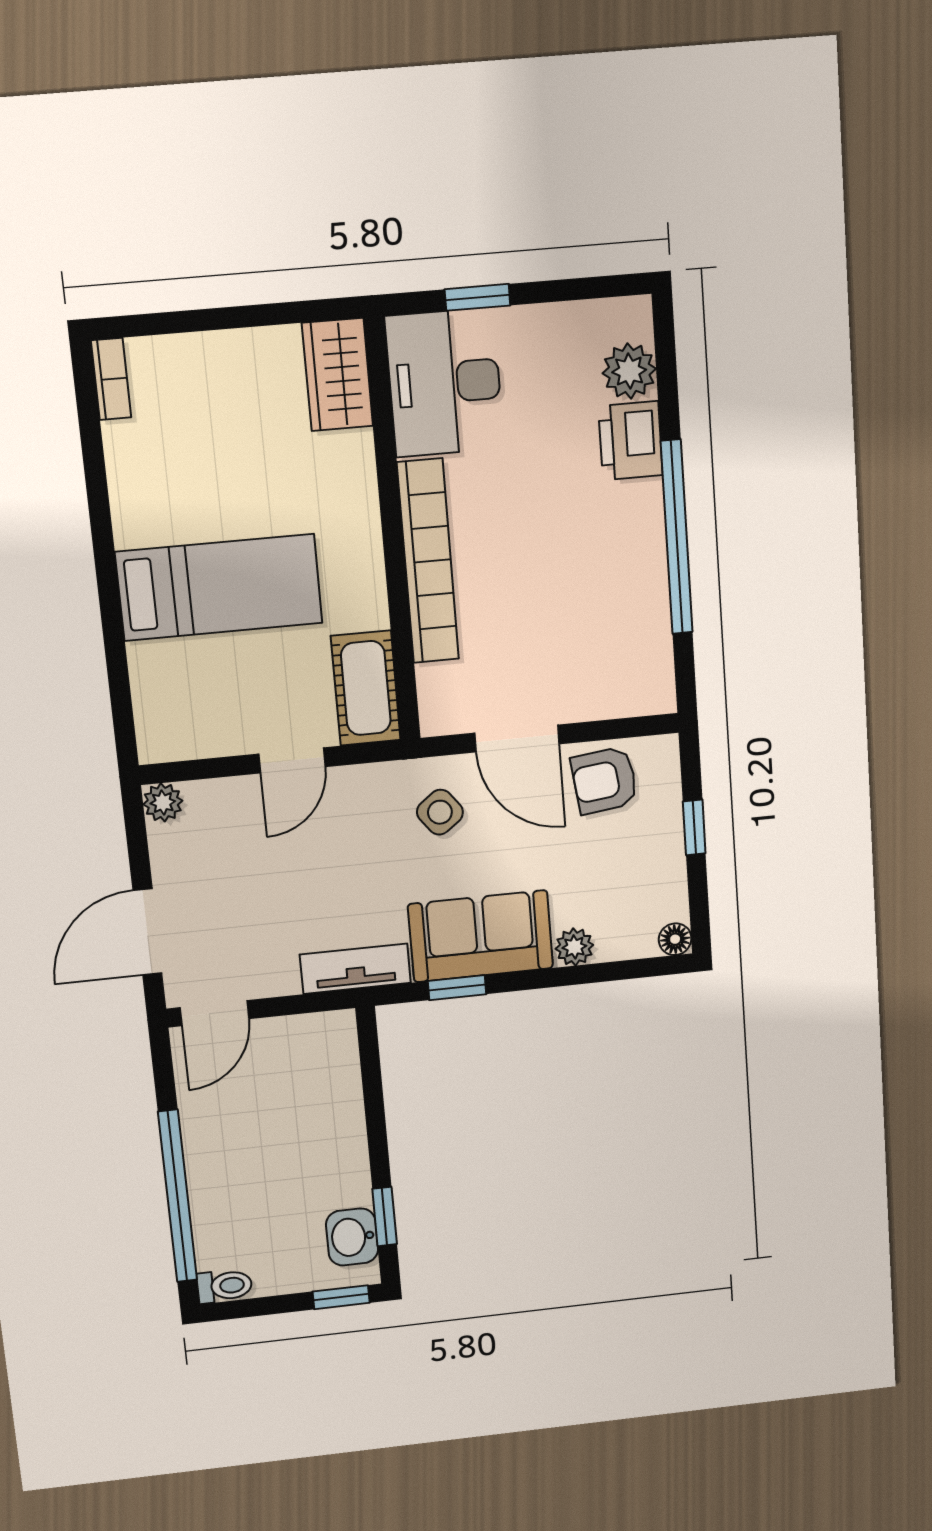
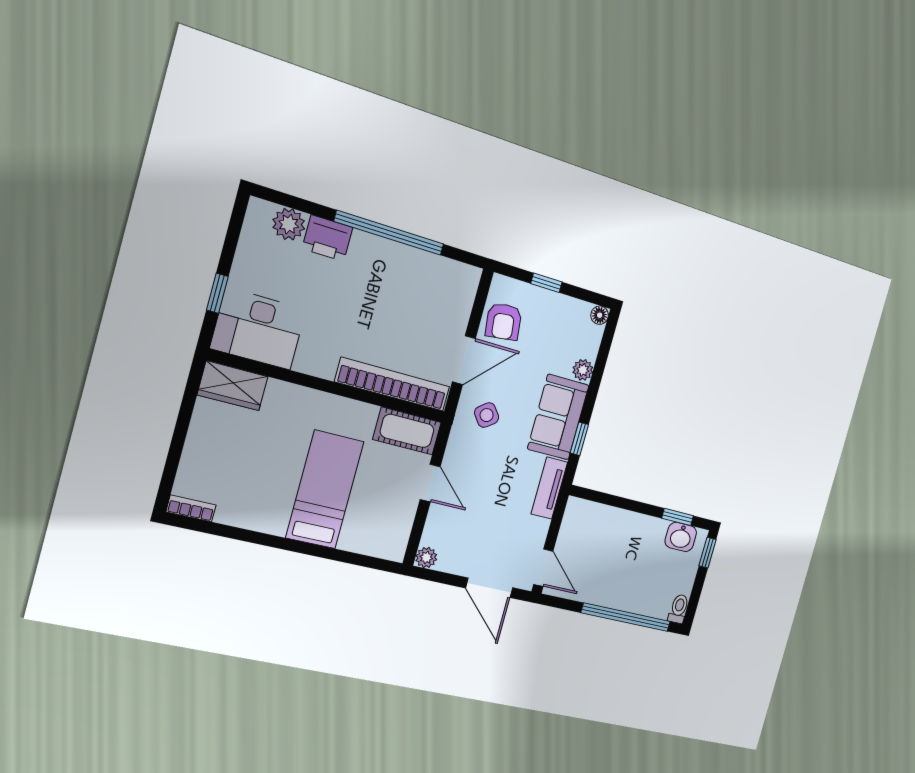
bookcase: (428, 561) -> (393, 384), moved

